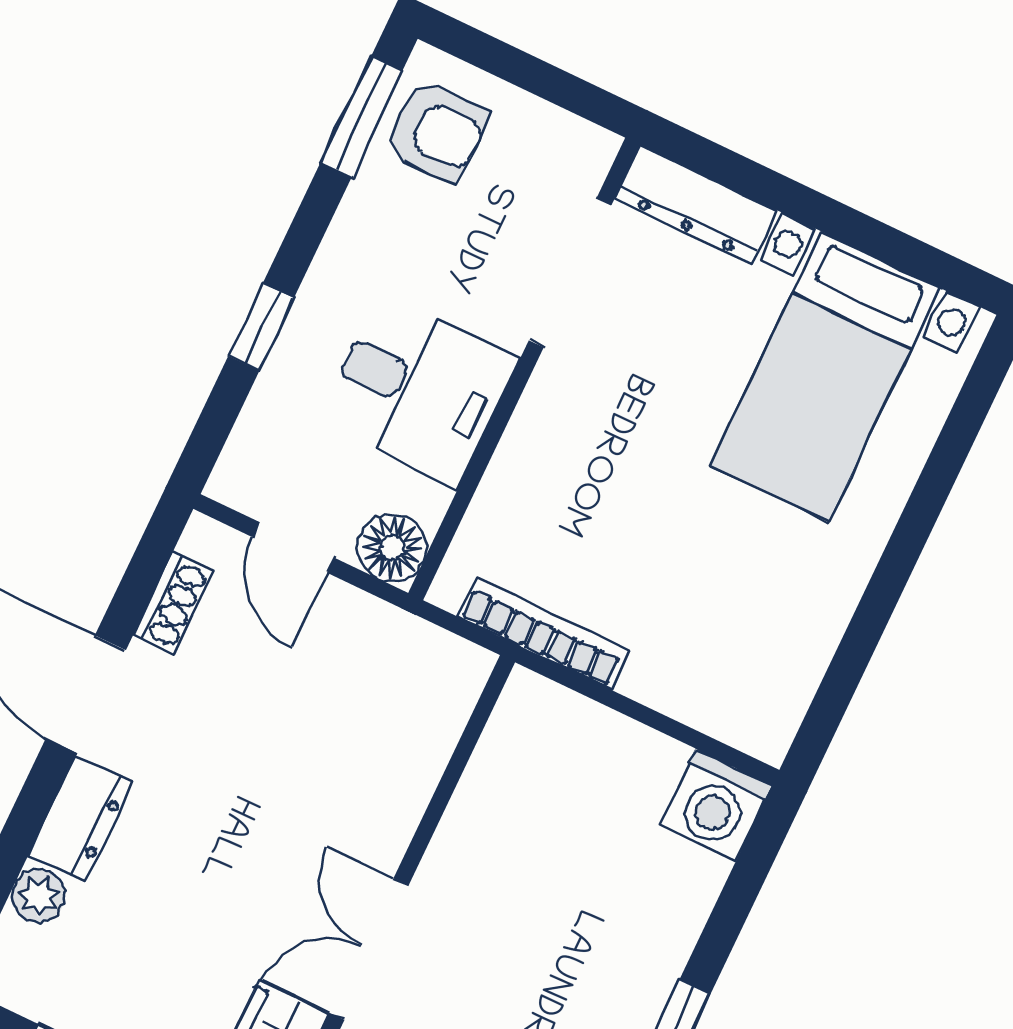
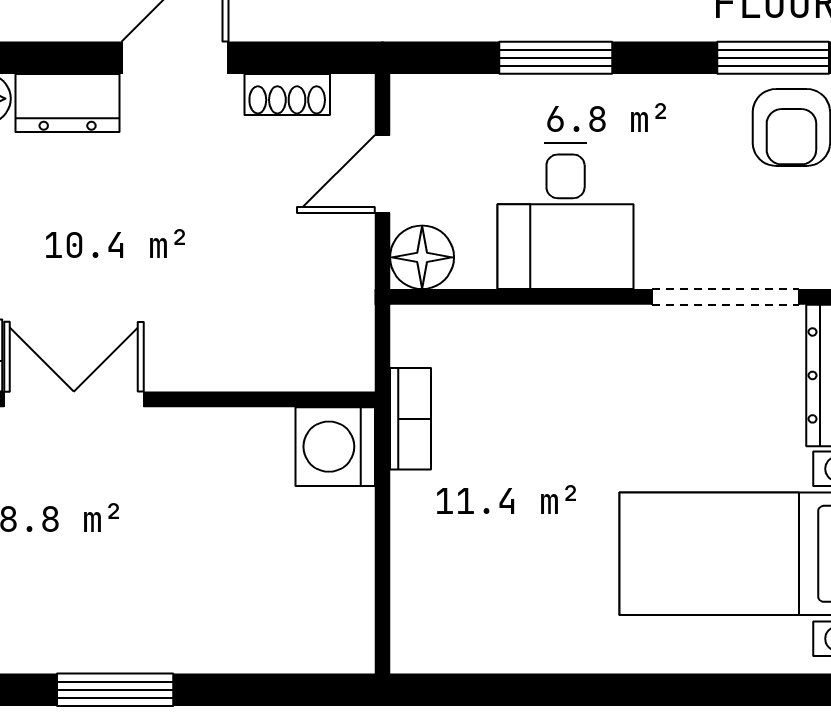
window: (261, 327) -> (556, 58), width x1.50
bookcase: (543, 633) -> (410, 419), width x0.64
washing machine: (716, 805) -> (335, 447), moved

